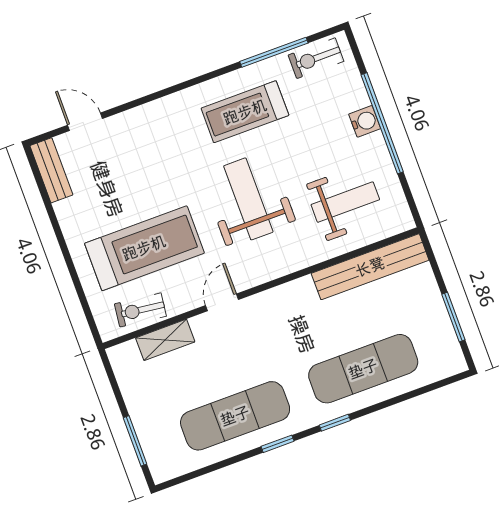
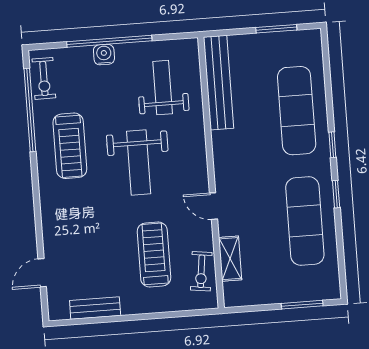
window: (274, 52) -> (30, 110), width x1.46
bench: (51, 170) -> (95, 308), moved
weight bench: (248, 199) -> (139, 162), turned -90
treadmill: (144, 248) -> (154, 255), width x0.73, depth x0.73

